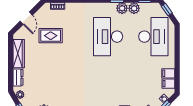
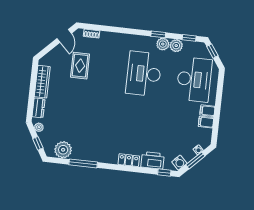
door: (26, 18) -> (64, 36), moved
rug: (51, 36) -> (80, 66), turned 90
filing cabinet: (168, 84) -> (207, 111), moved

